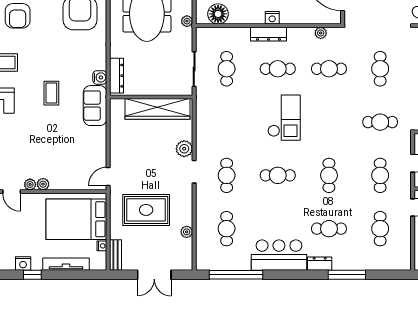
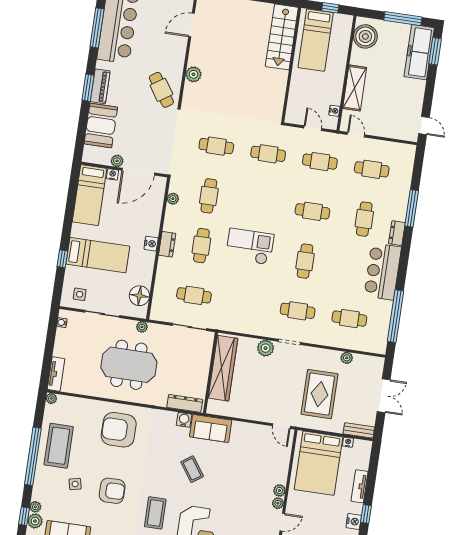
dresser: (268, 34) -> (167, 244), width x0.70
coffee table: (51, 93) -> (192, 469), turned 55
cafe table: (380, 122) -> (268, 154), turned 90
tv unit: (66, 264) -> (360, 486), width x0.71

